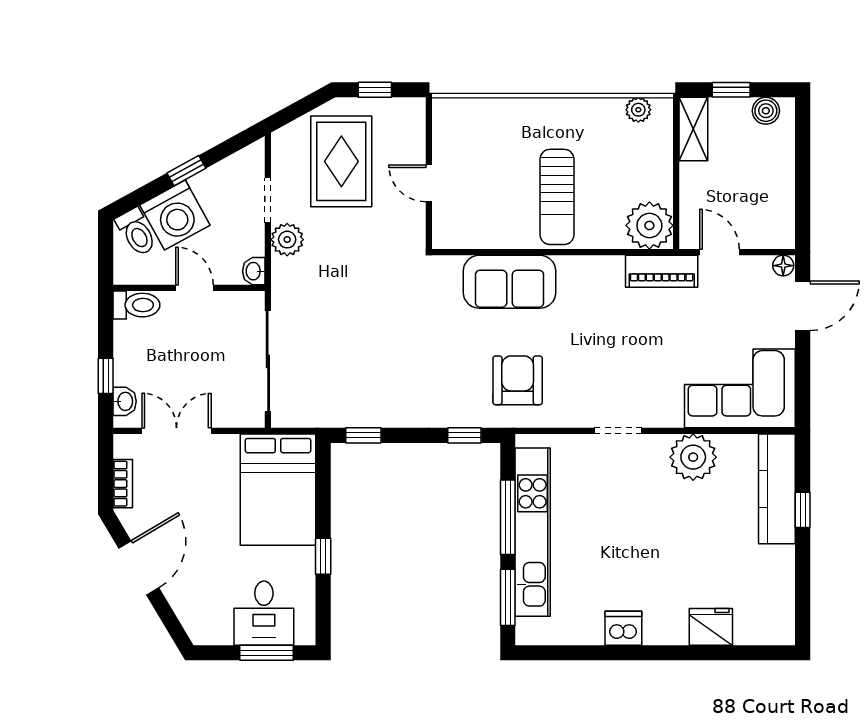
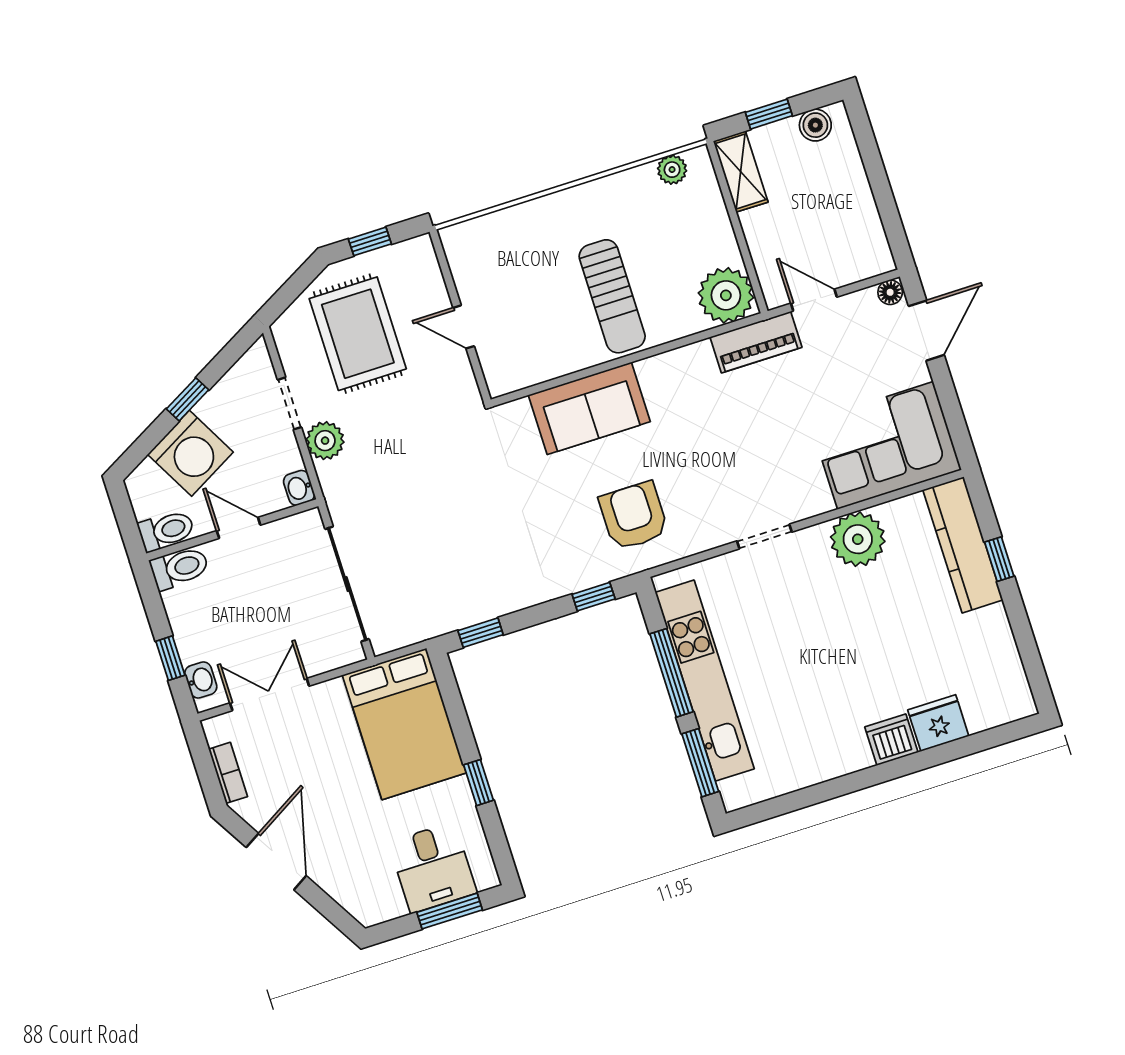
toilet: (136, 232) -> (166, 530), moved, turned -61
dishwasher: (623, 628) -> (891, 740), moved

